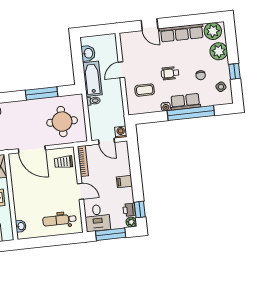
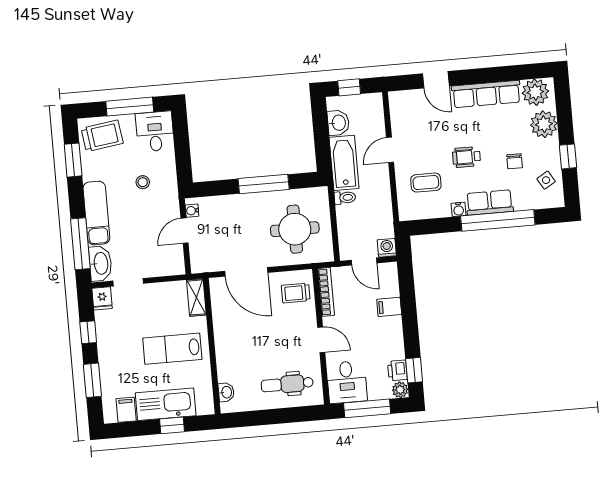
window: (94, 31) -> (349, 87), added
filing cabinet: (124, 182) -> (389, 307), moved

